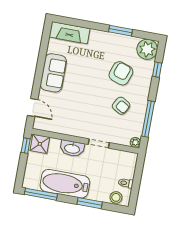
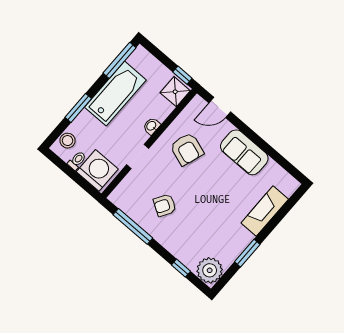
fireplace: (69, 33) -> (265, 211), moved
armchair: (121, 73) -> (187, 149), moved
plant: (135, 142) -> (115, 197), removed
washbasin: (72, 148) -> (152, 126), width x0.52, depth x0.69
washing machine: (124, 165) -> (97, 170), added

